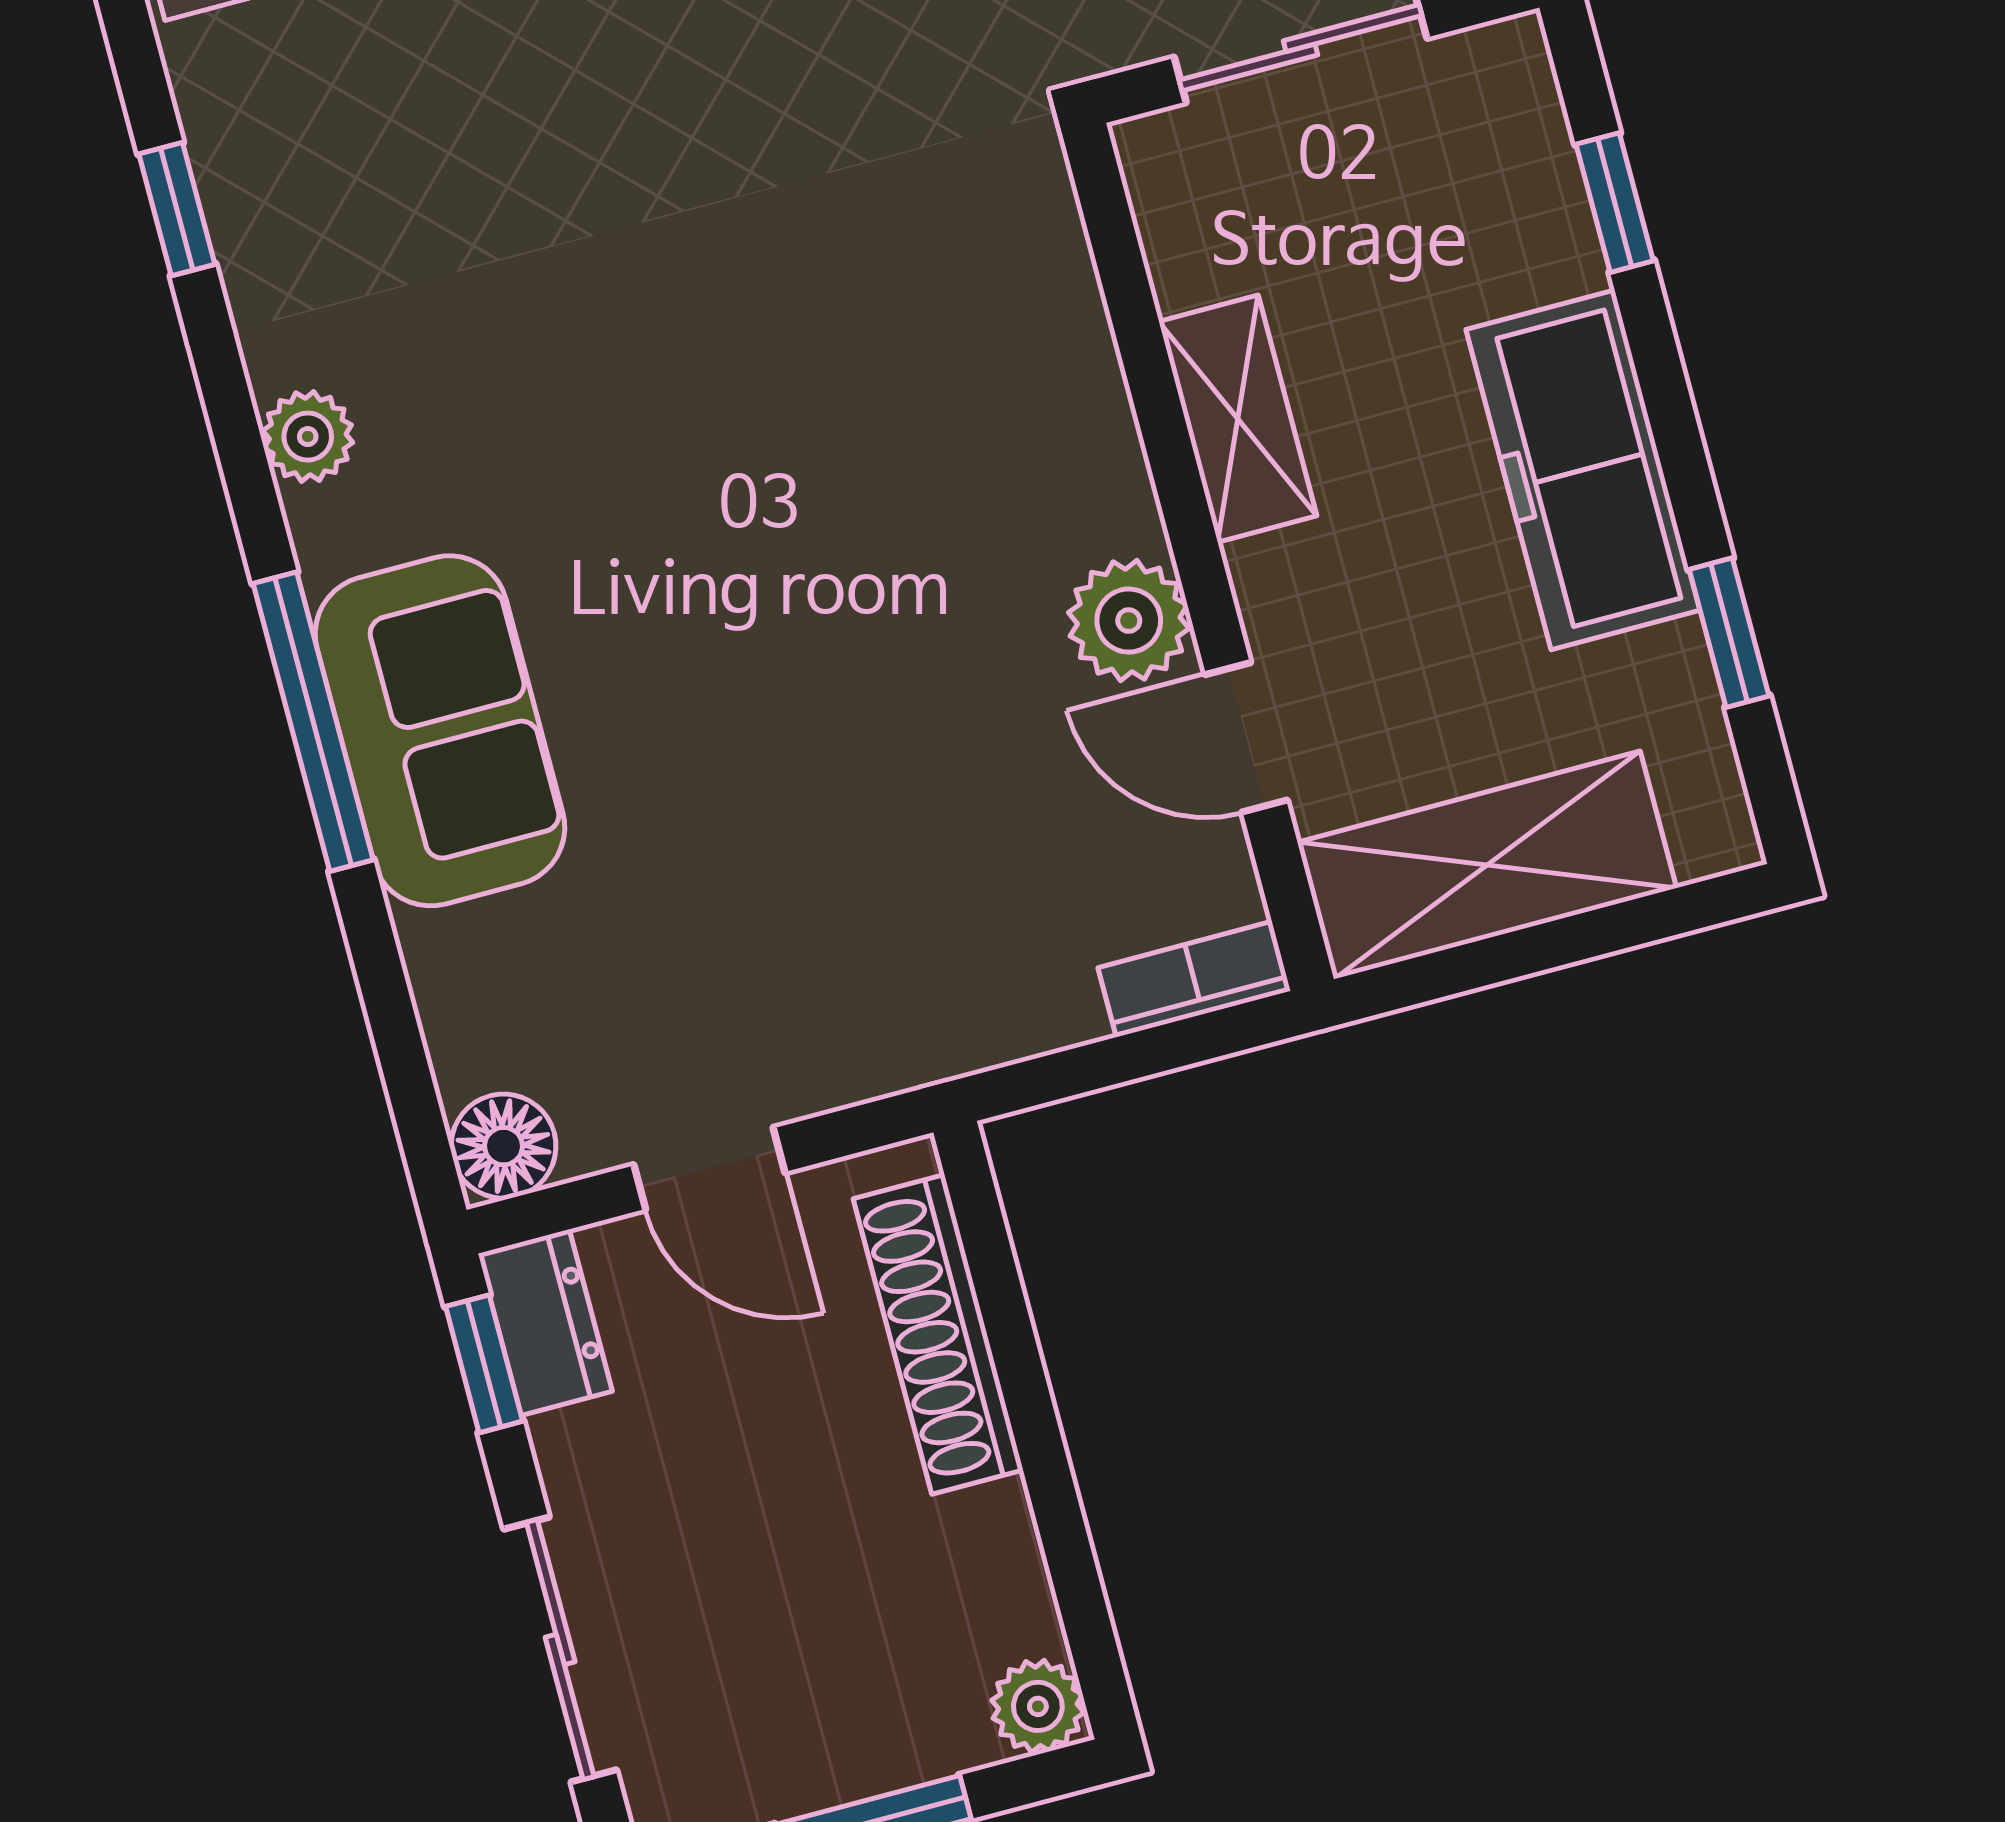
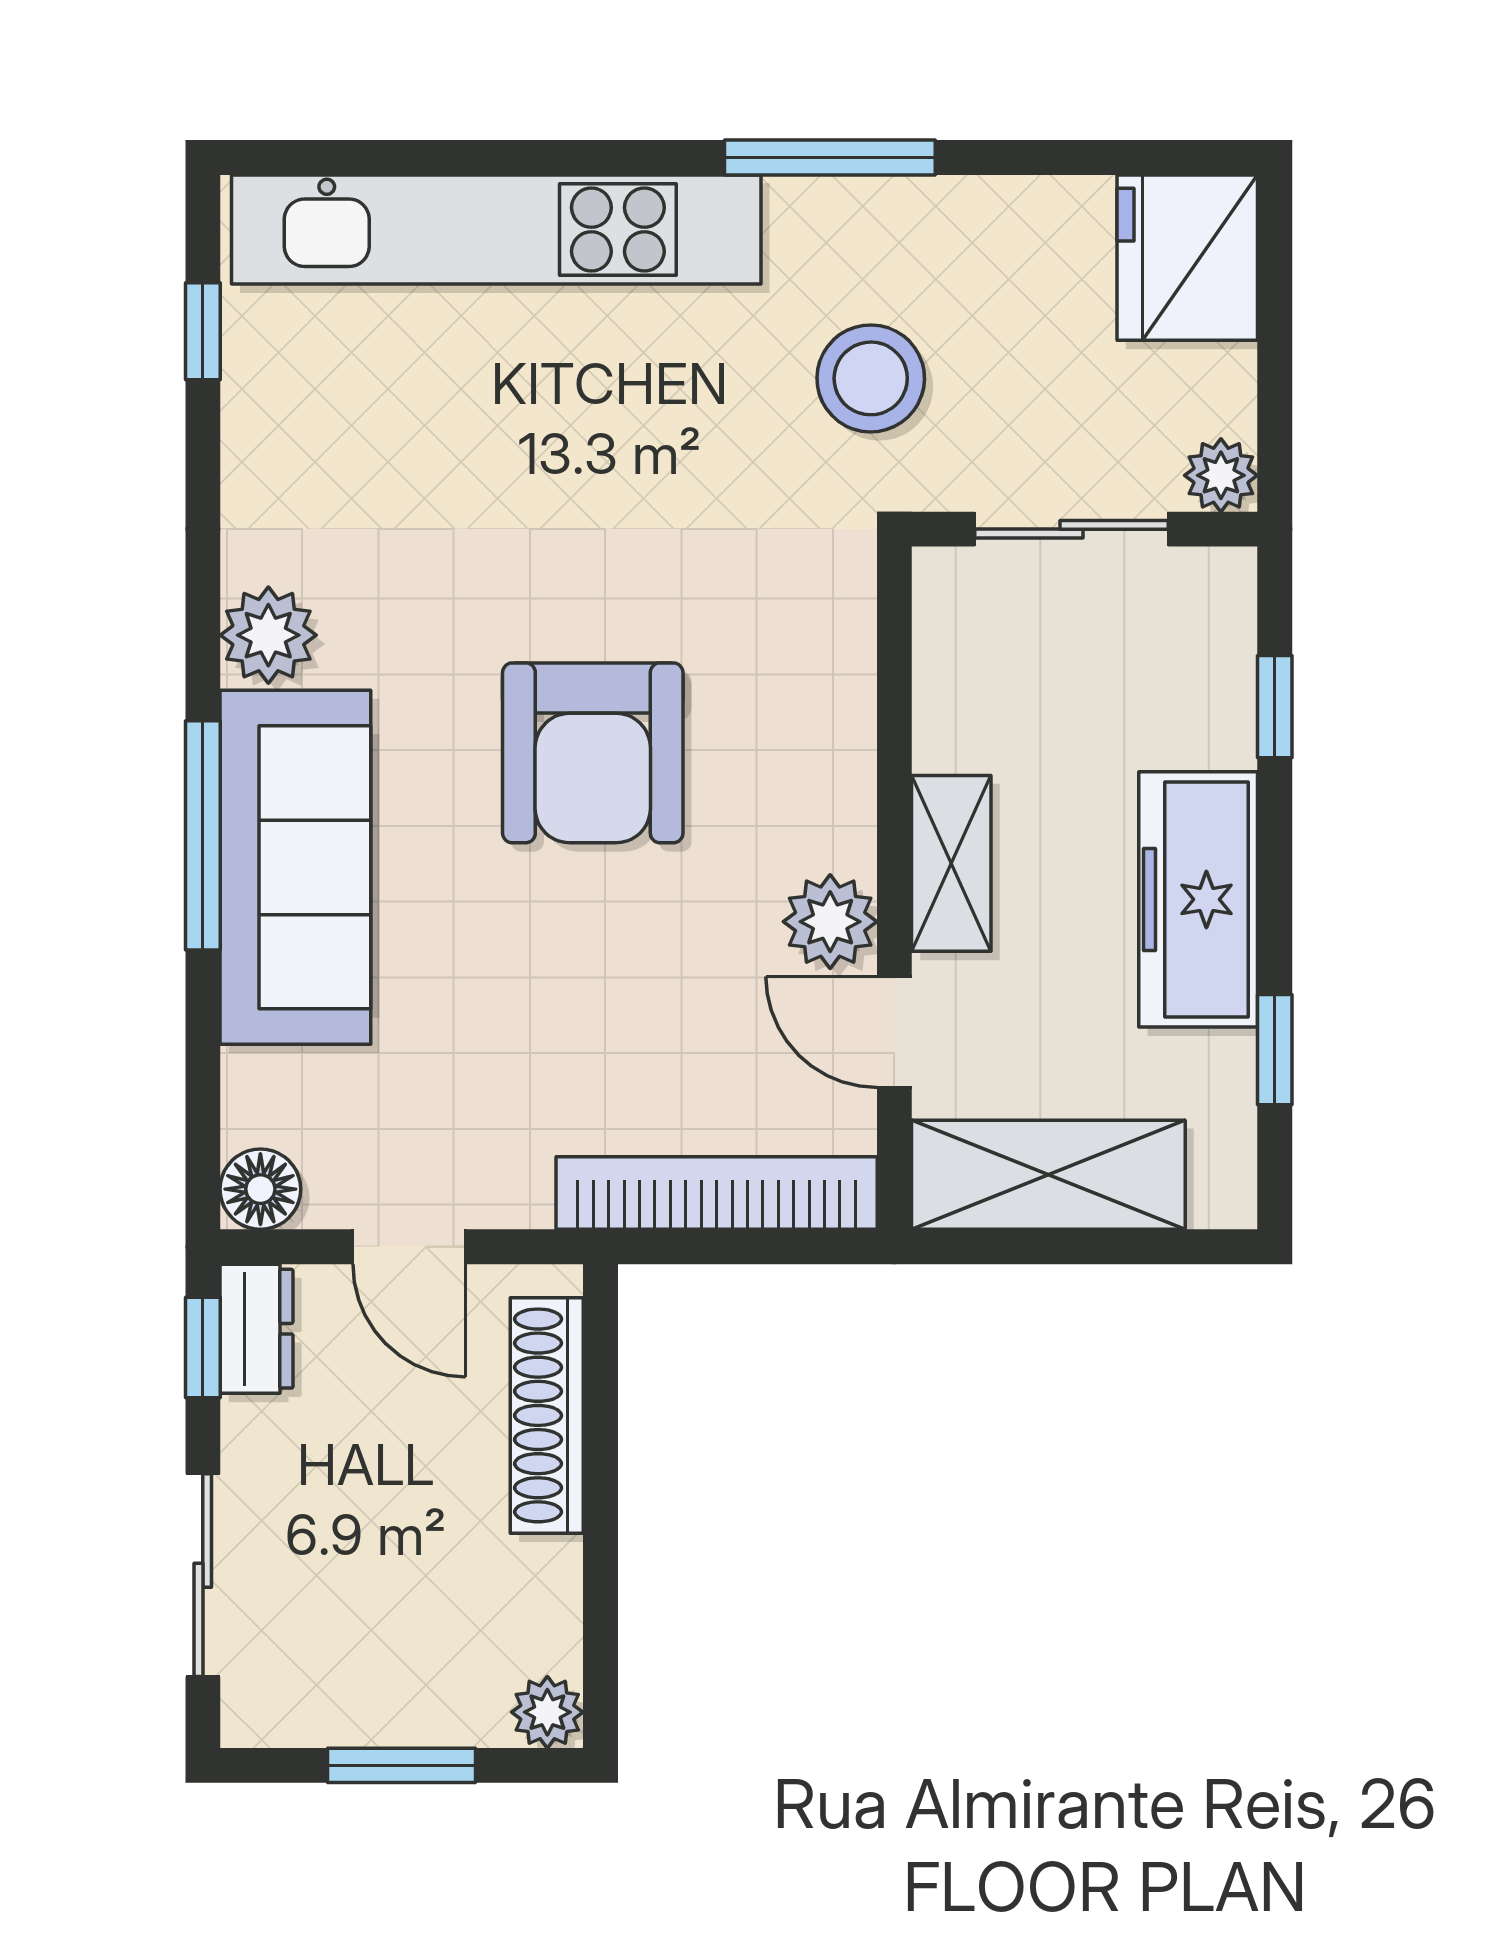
window: (177, 209) -> (203, 331), moved
shelving: (1238, 419) -> (951, 863), moved
plant: (308, 437) -> (268, 635), width x1.38, depth x1.38
armchair: (775, 488) -> (593, 753), added
sofa: (440, 731) -> (295, 867), width x1.36
bookcase: (1194, 979) -> (717, 1193), width x2.31, depth x1.31

